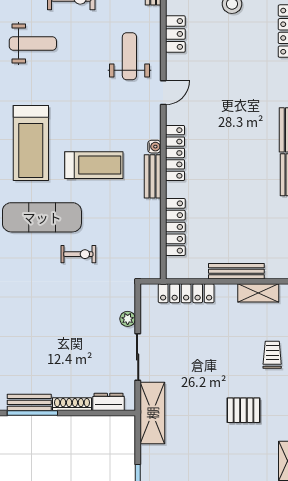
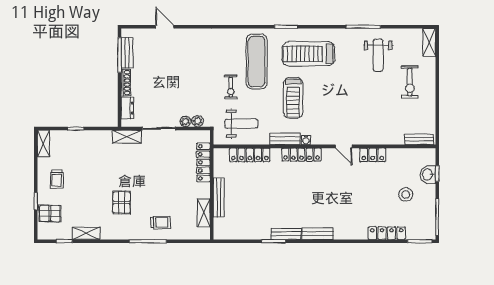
locker: (175, 34) -> (373, 155), moved
weight bench: (129, 56) -> (241, 124), moved
plant: (127, 302) -> (198, 121), added
shelving: (152, 413) -> (127, 137), width x0.67, depth x0.75

